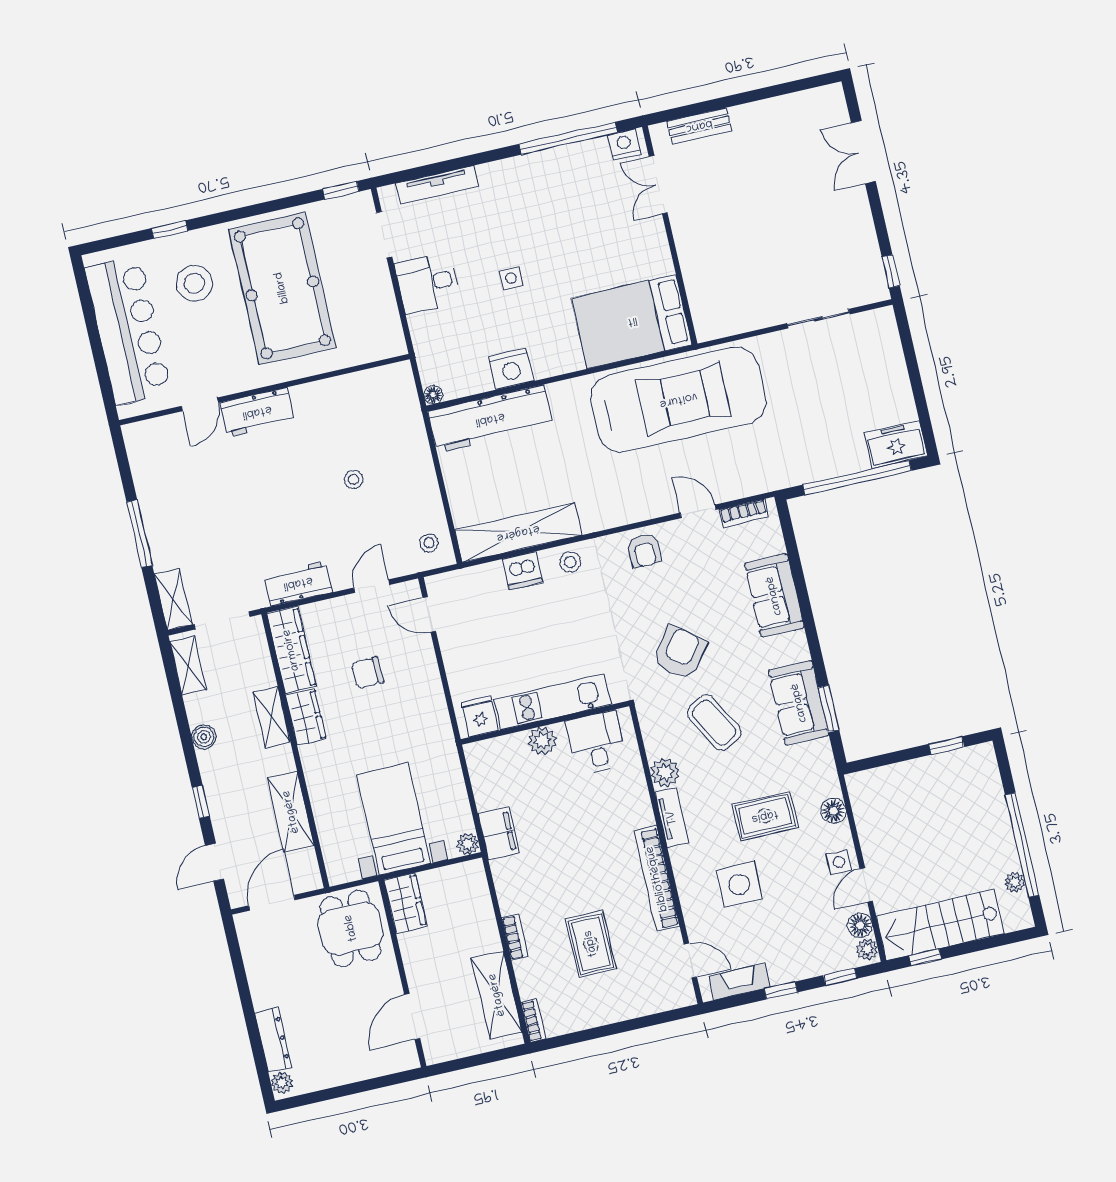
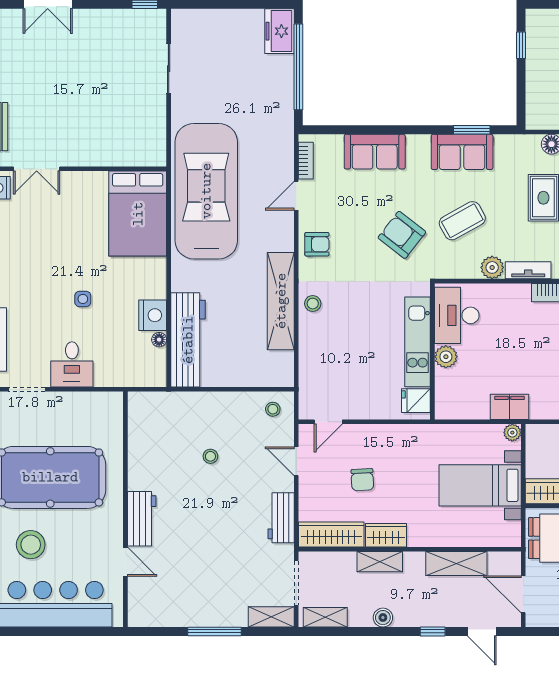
floor lamp: (433, 395) -> (159, 340), moved
shelving: (518, 533) -> (281, 301), moved
dishwasher: (522, 571) -> (311, 342), removed
desk: (596, 743) -> (457, 315), width x1.37

